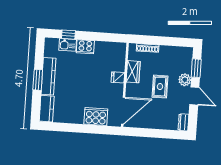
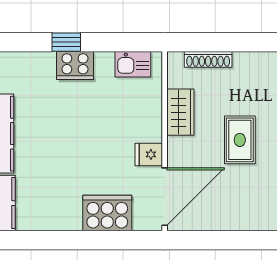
window: (68, 35) -> (66, 42), moved
kitchen sink: (68, 45) -> (133, 64), moved
fridge: (118, 77) -> (149, 154), moved

